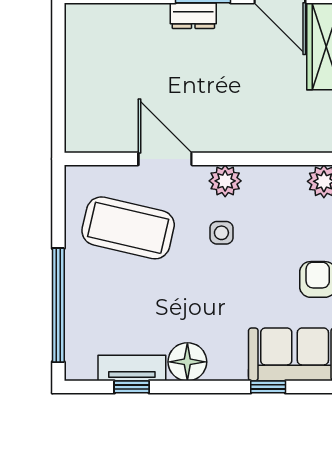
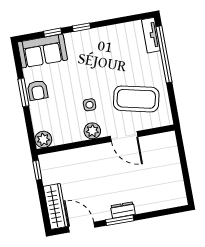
floor lamp: (187, 362) -> (95, 38), removed
tv unit: (132, 368) -> (151, 35), moved, turned 90
window: (132, 387) -> (82, 27), moved

